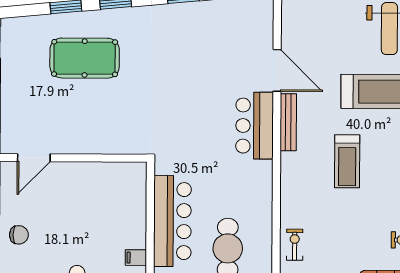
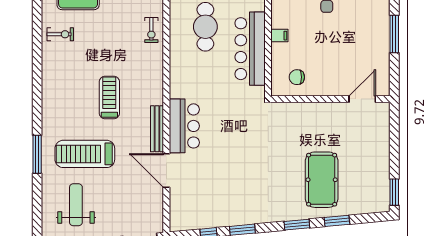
pool table: (85, 58) -> (322, 180), turned 90
chair: (19, 235) -> (297, 77), moved
filing cabinet: (136, 258) -> (279, 36), moved

